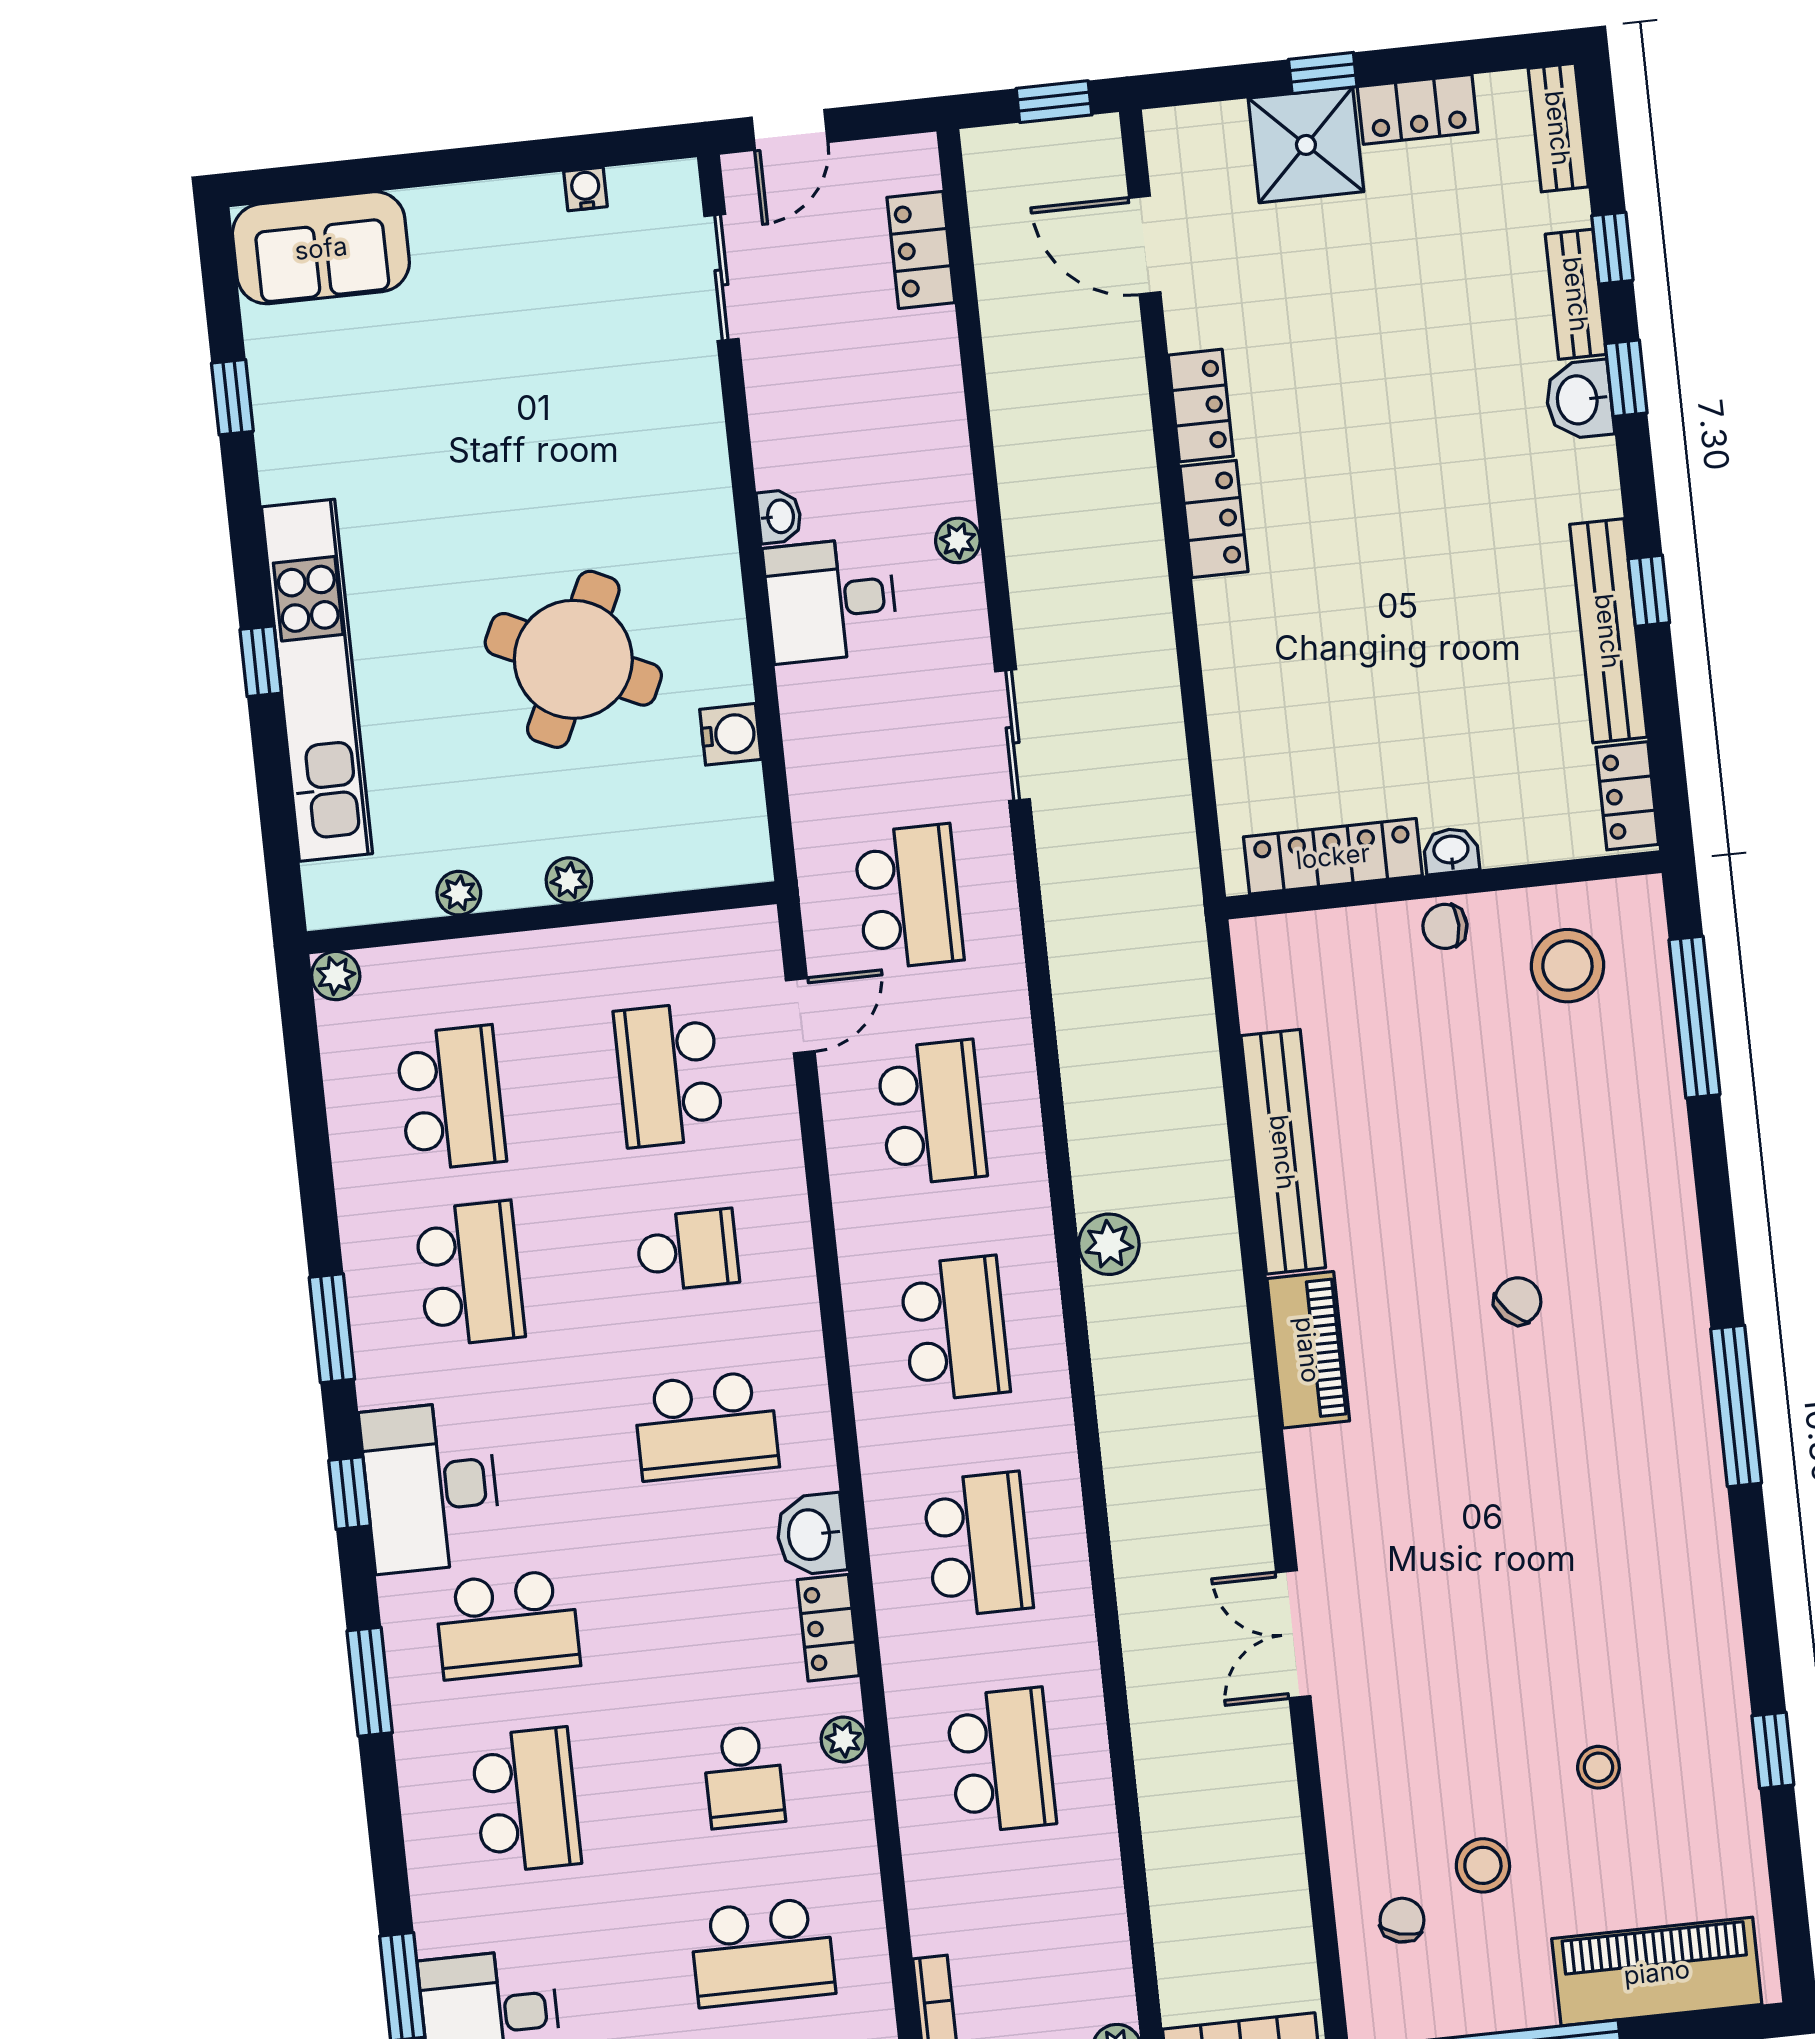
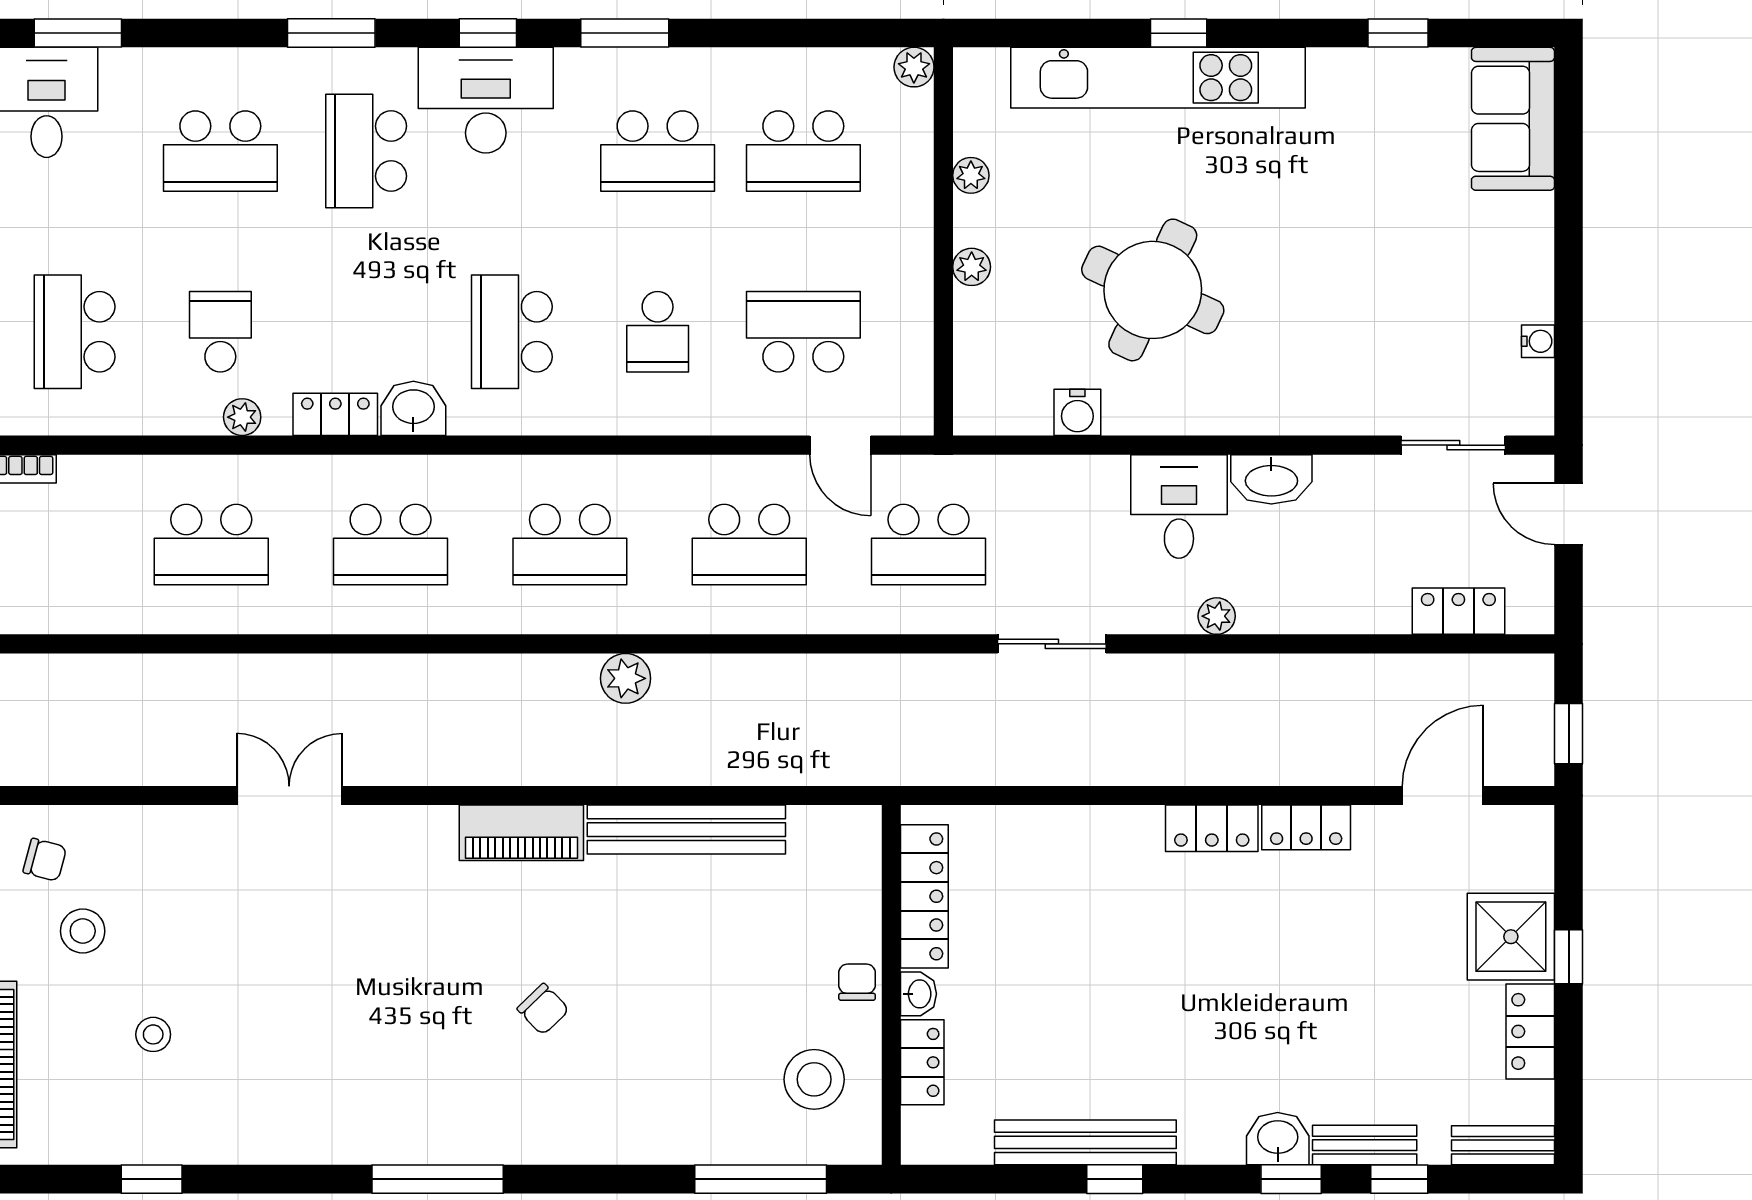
washbasin: (779, 516) -> (1271, 479), width x1.91, depth x1.45
locker: (1627, 796) -> (922, 1062), moved, turned 90
school desk: (744, 1777) -> (220, 332), turned 90

